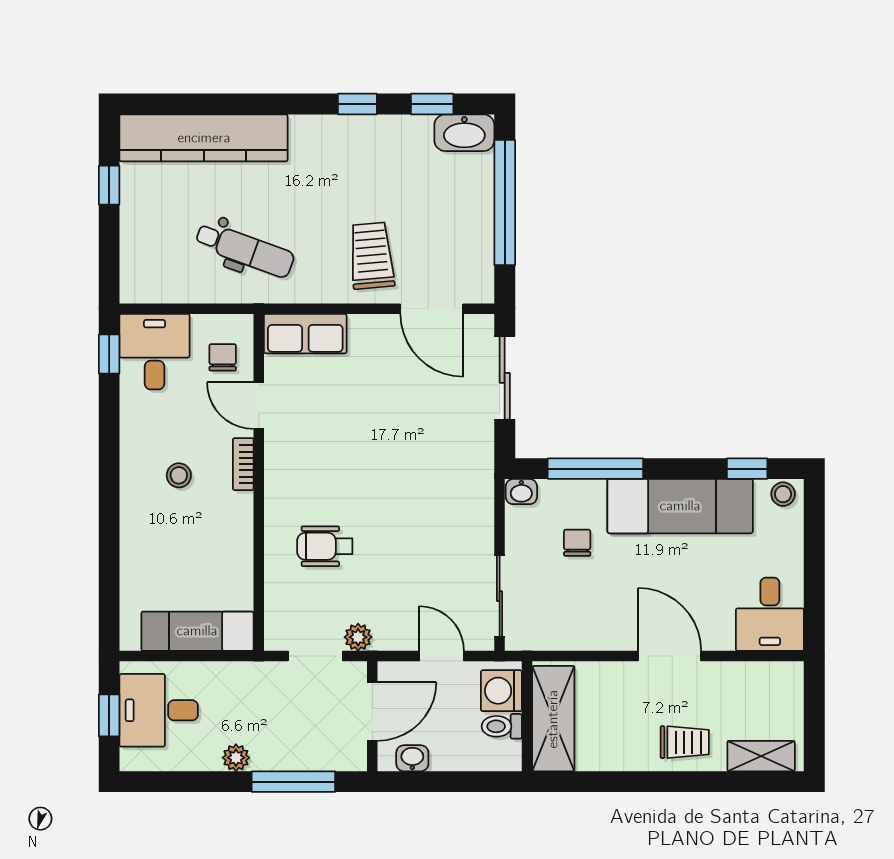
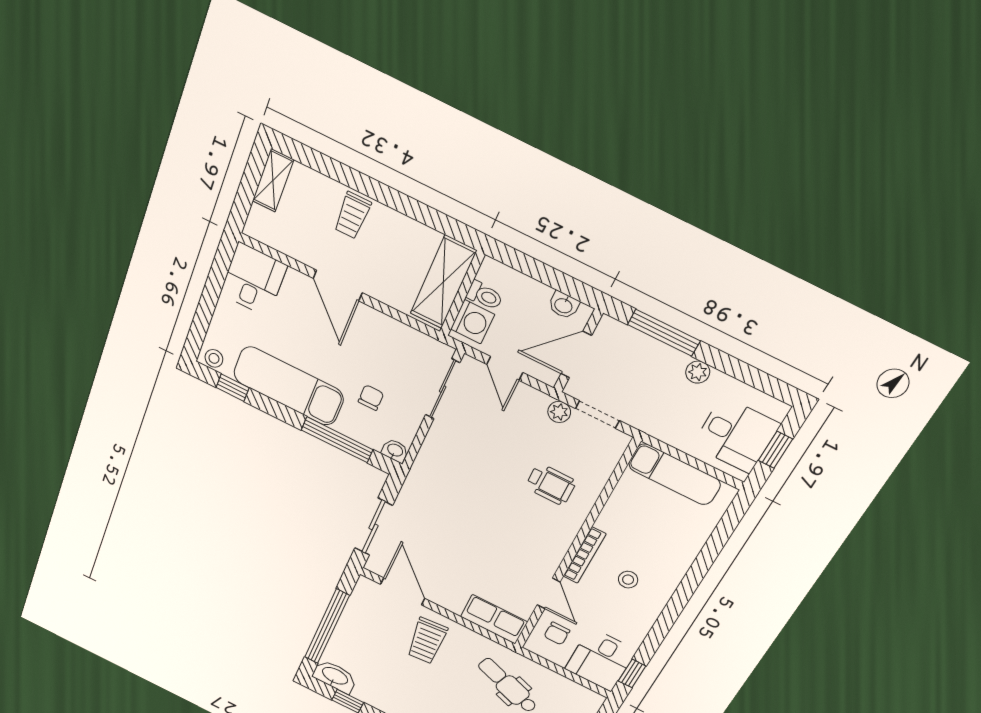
bookcase: (243, 464) -> (584, 555), width x1.56
chair: (577, 543) -> (371, 398), turned 180
trolley: (685, 742) -> (352, 215), turned -90
shelving: (761, 756) -> (273, 180), moved, turned 90

